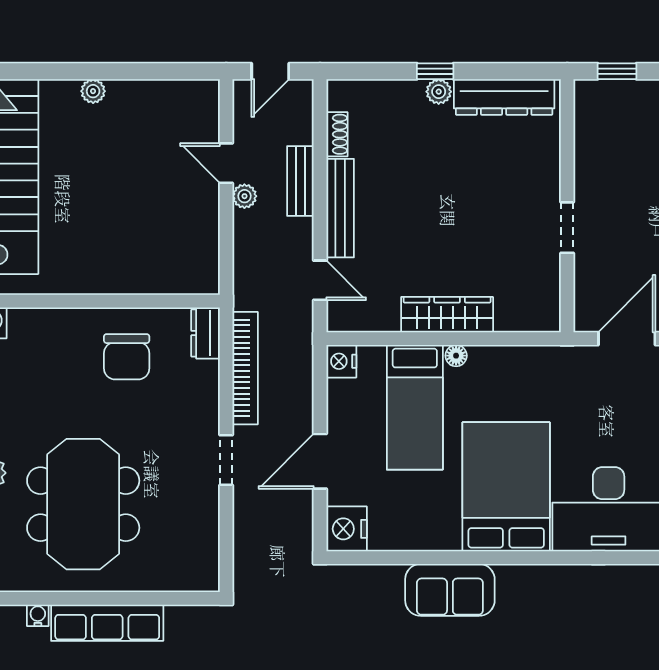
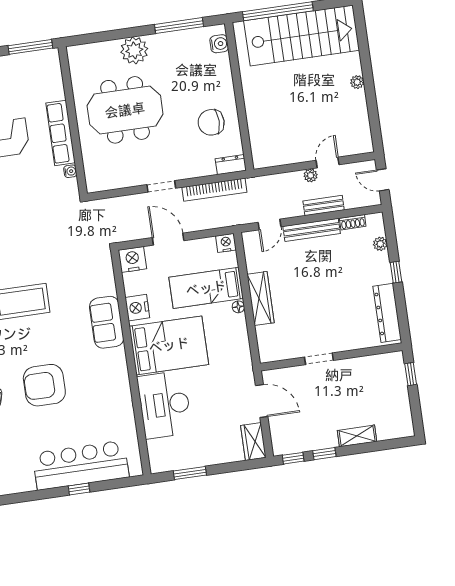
plant: (439, 92) -> (380, 244), moved
nightstand: (432, 532) -> (137, 308), added
water cooler: (38, 615) -> (70, 171), moved

